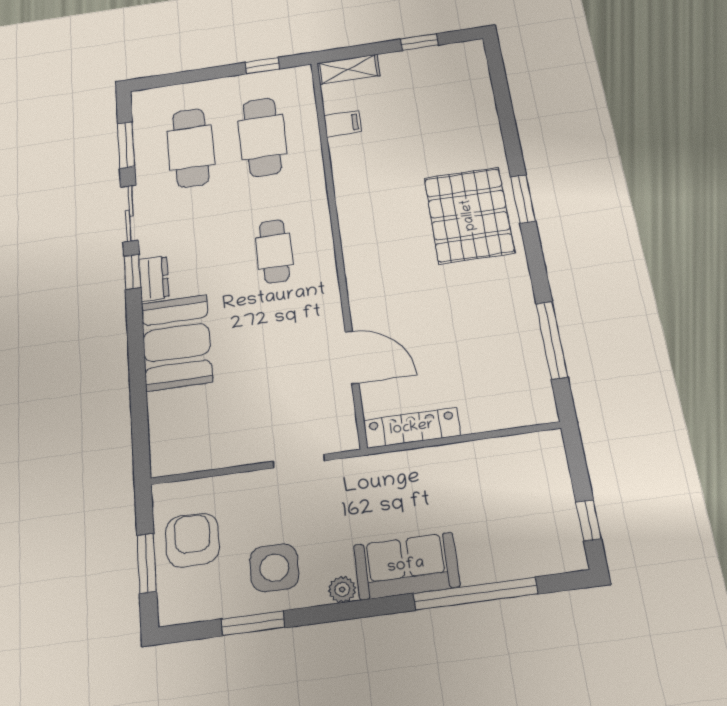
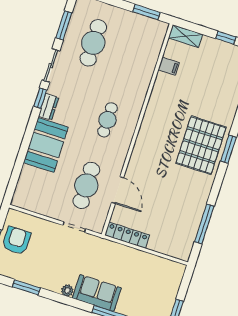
window: (262, 66) -> (147, 12), width x1.50
cafe table: (262, 137) -> (86, 185), moved
side table: (274, 568) -> (44, 268), removed

